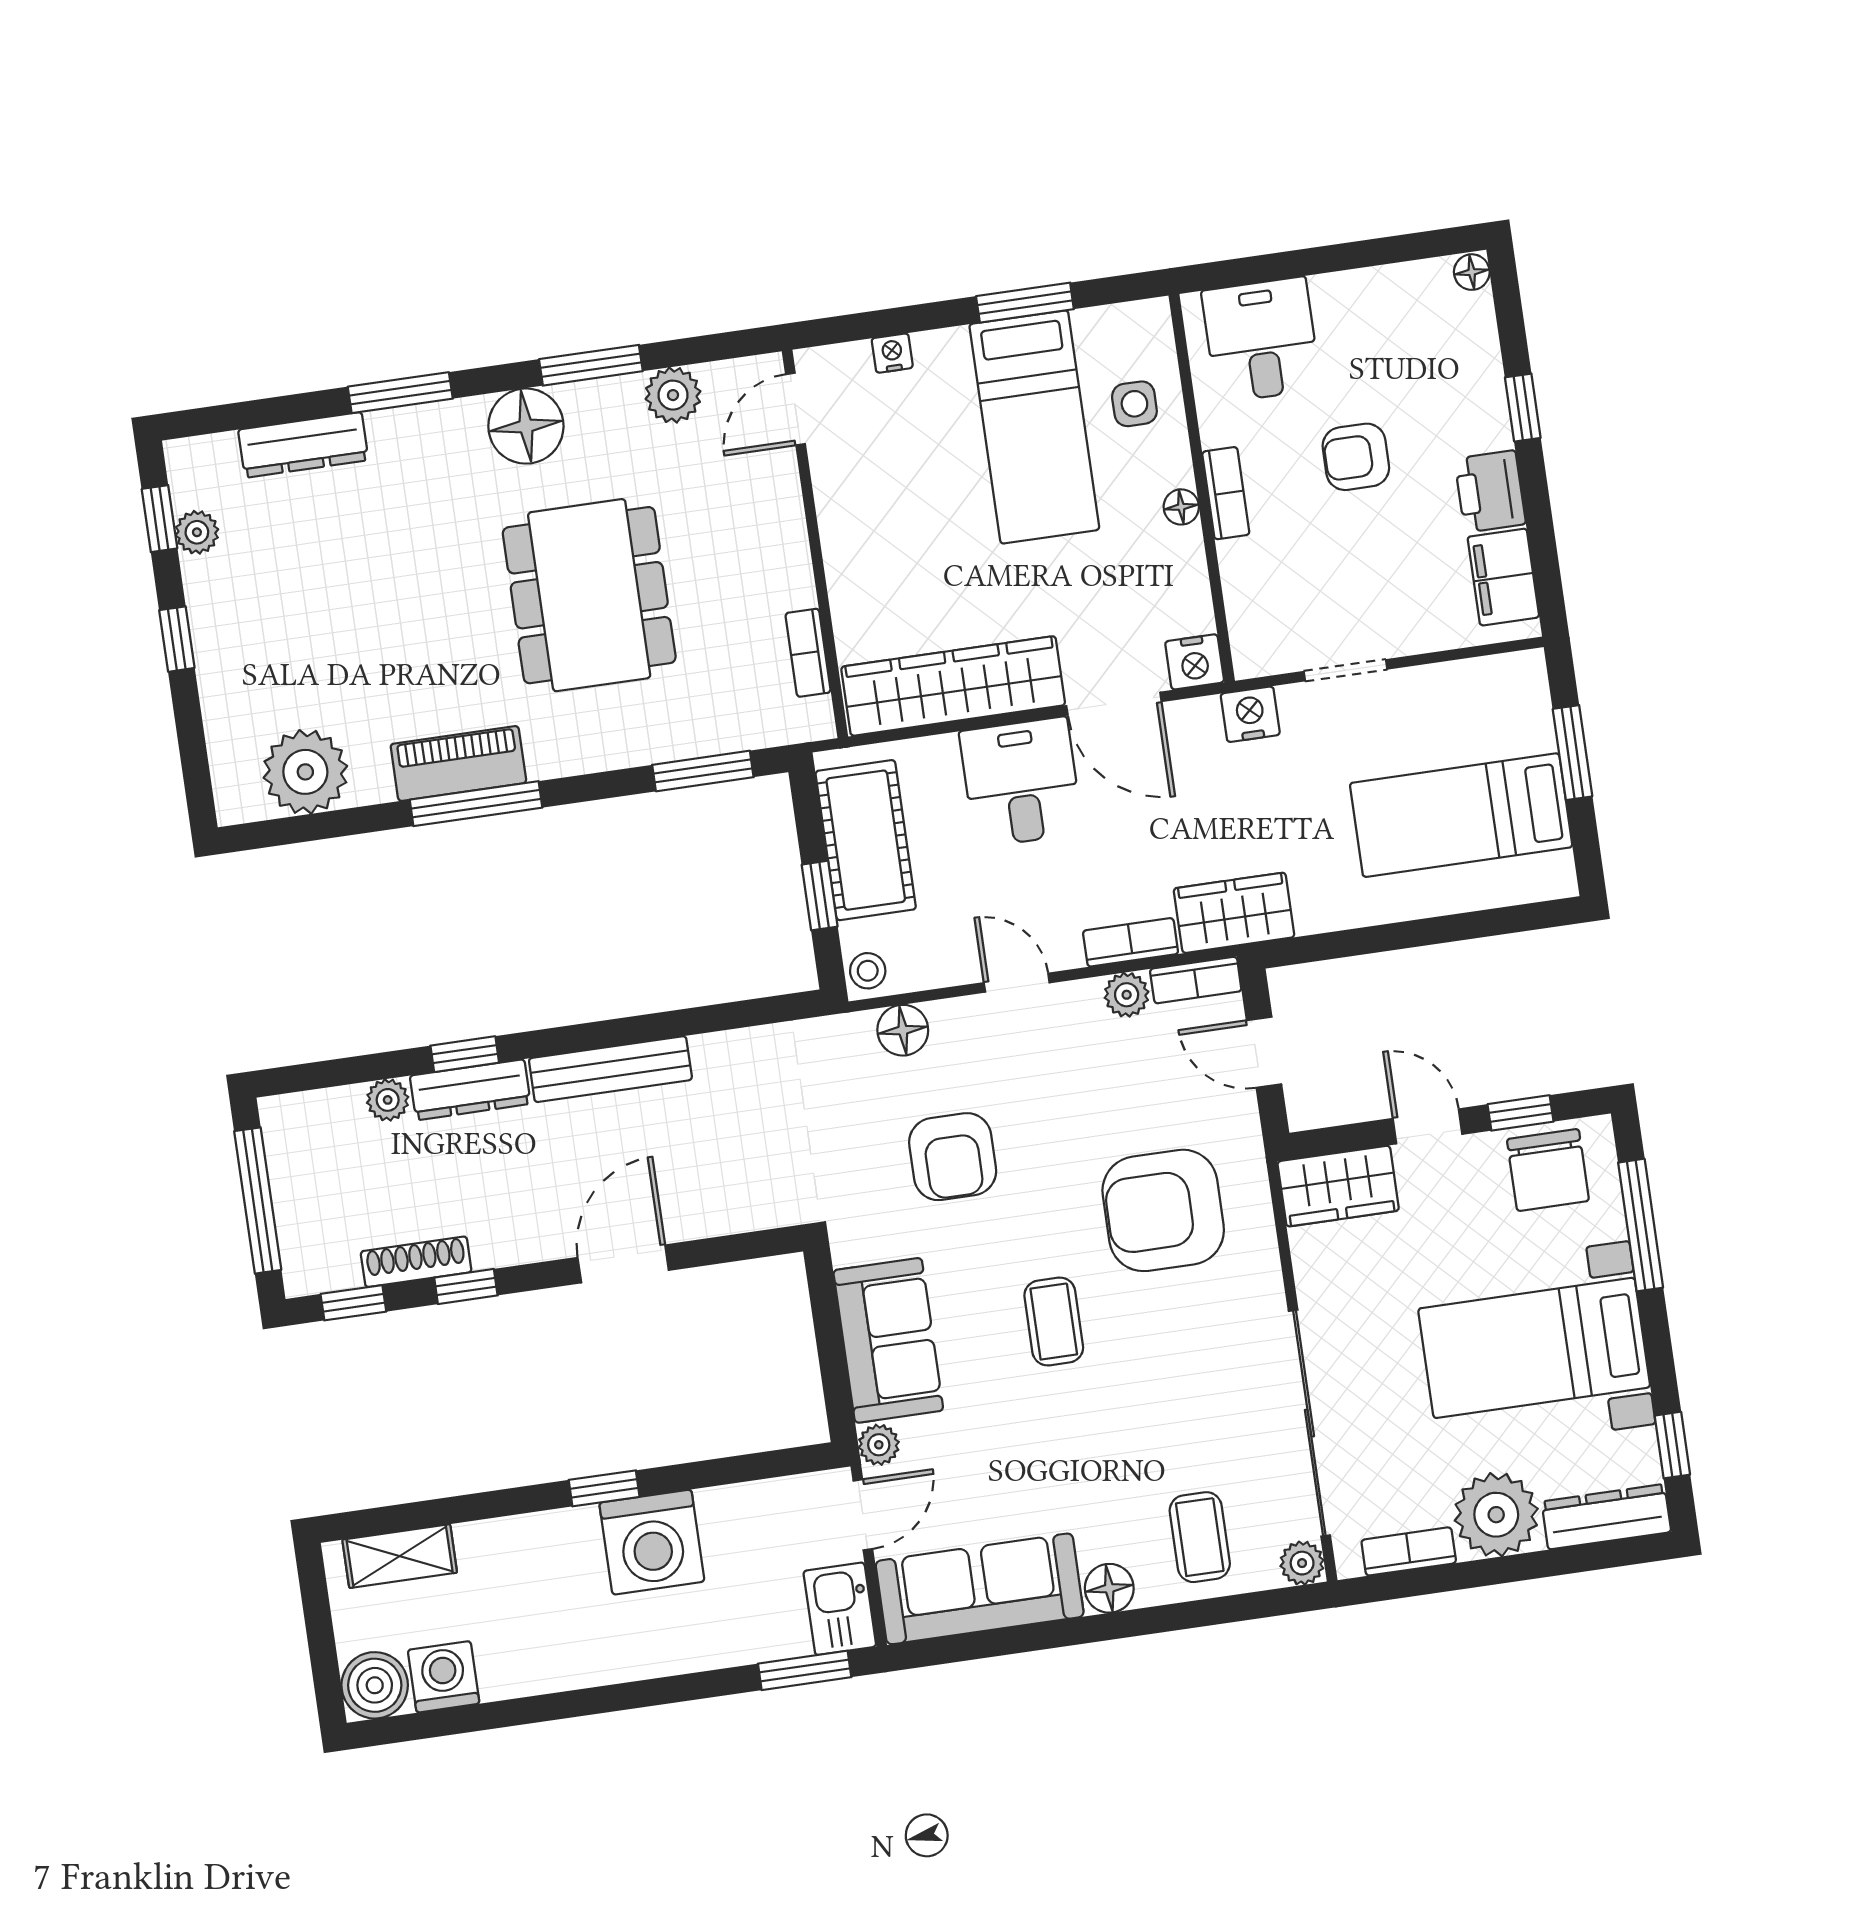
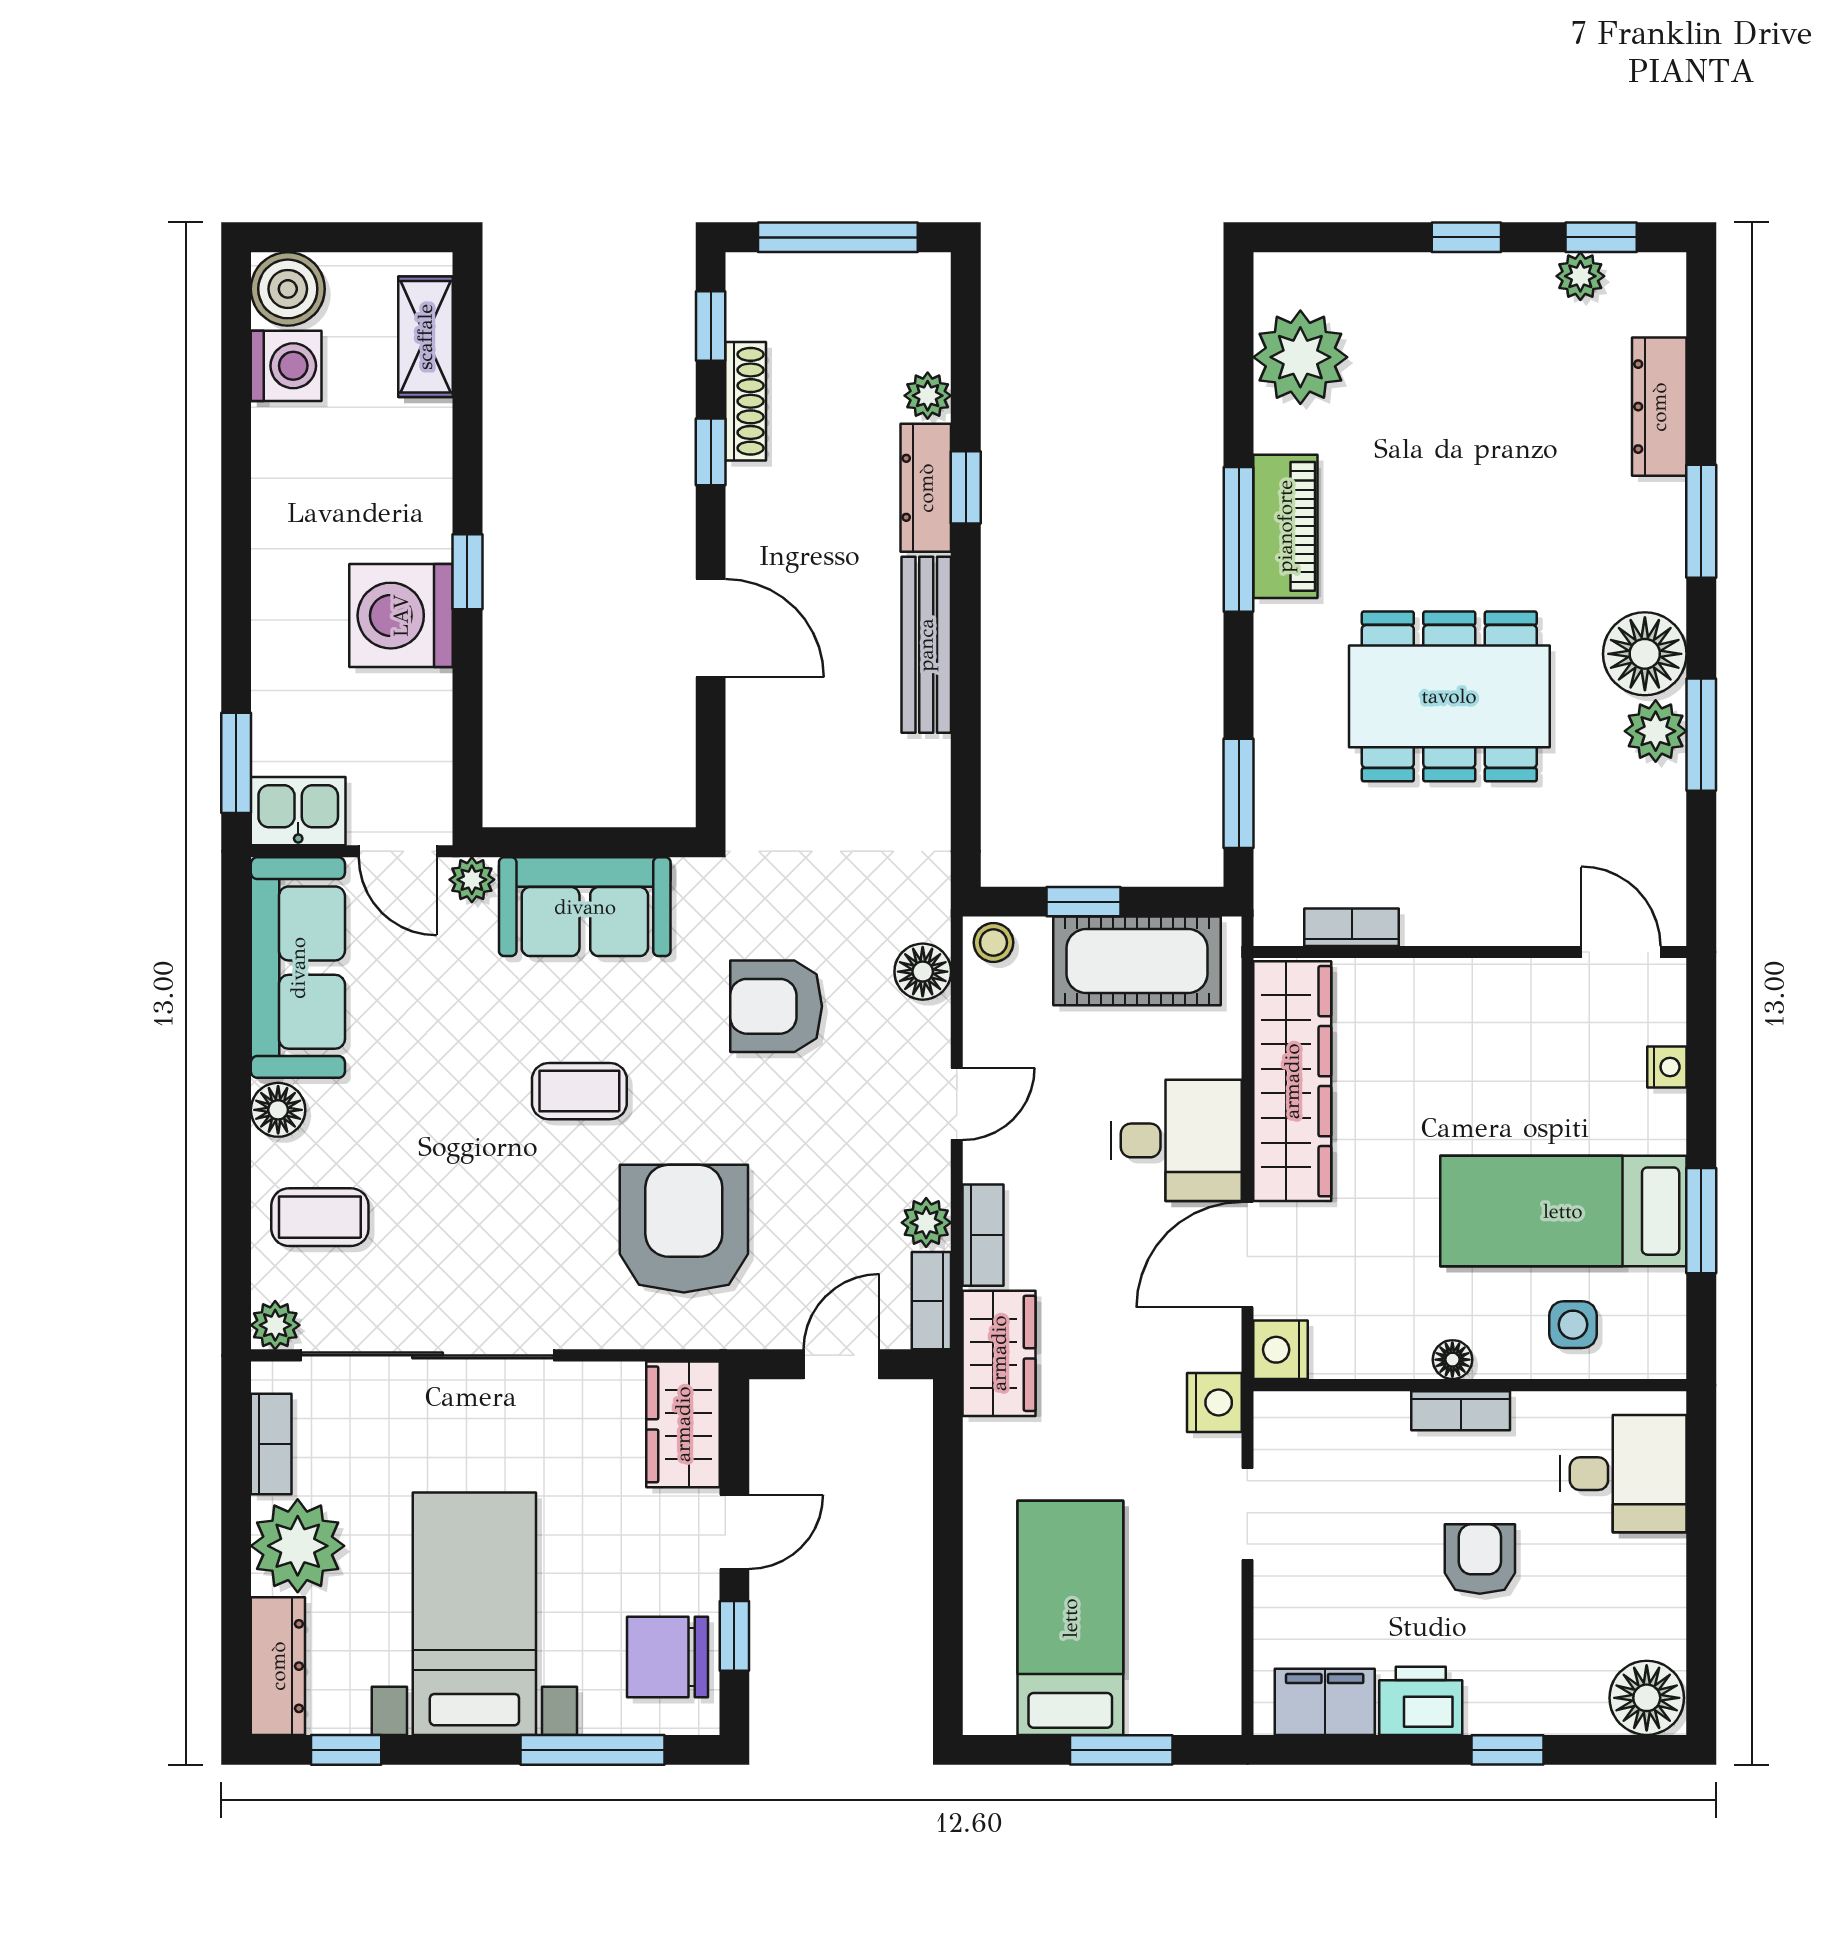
floor lamp: (1472, 272) -> (1647, 1698), width x1.89, depth x1.89
plant: (673, 395) -> (1656, 731), moved

